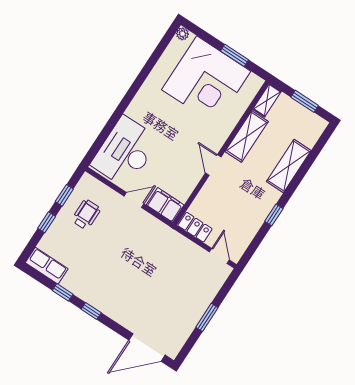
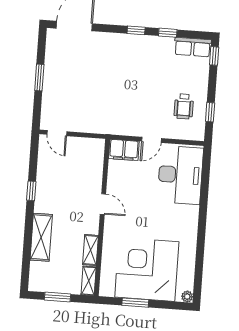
shelving: (247, 136) -> (90, 250), width x0.67, depth x0.75
window: (47, 222) -> (214, 56), moved
locker: (195, 227) -> (90, 145), removed

